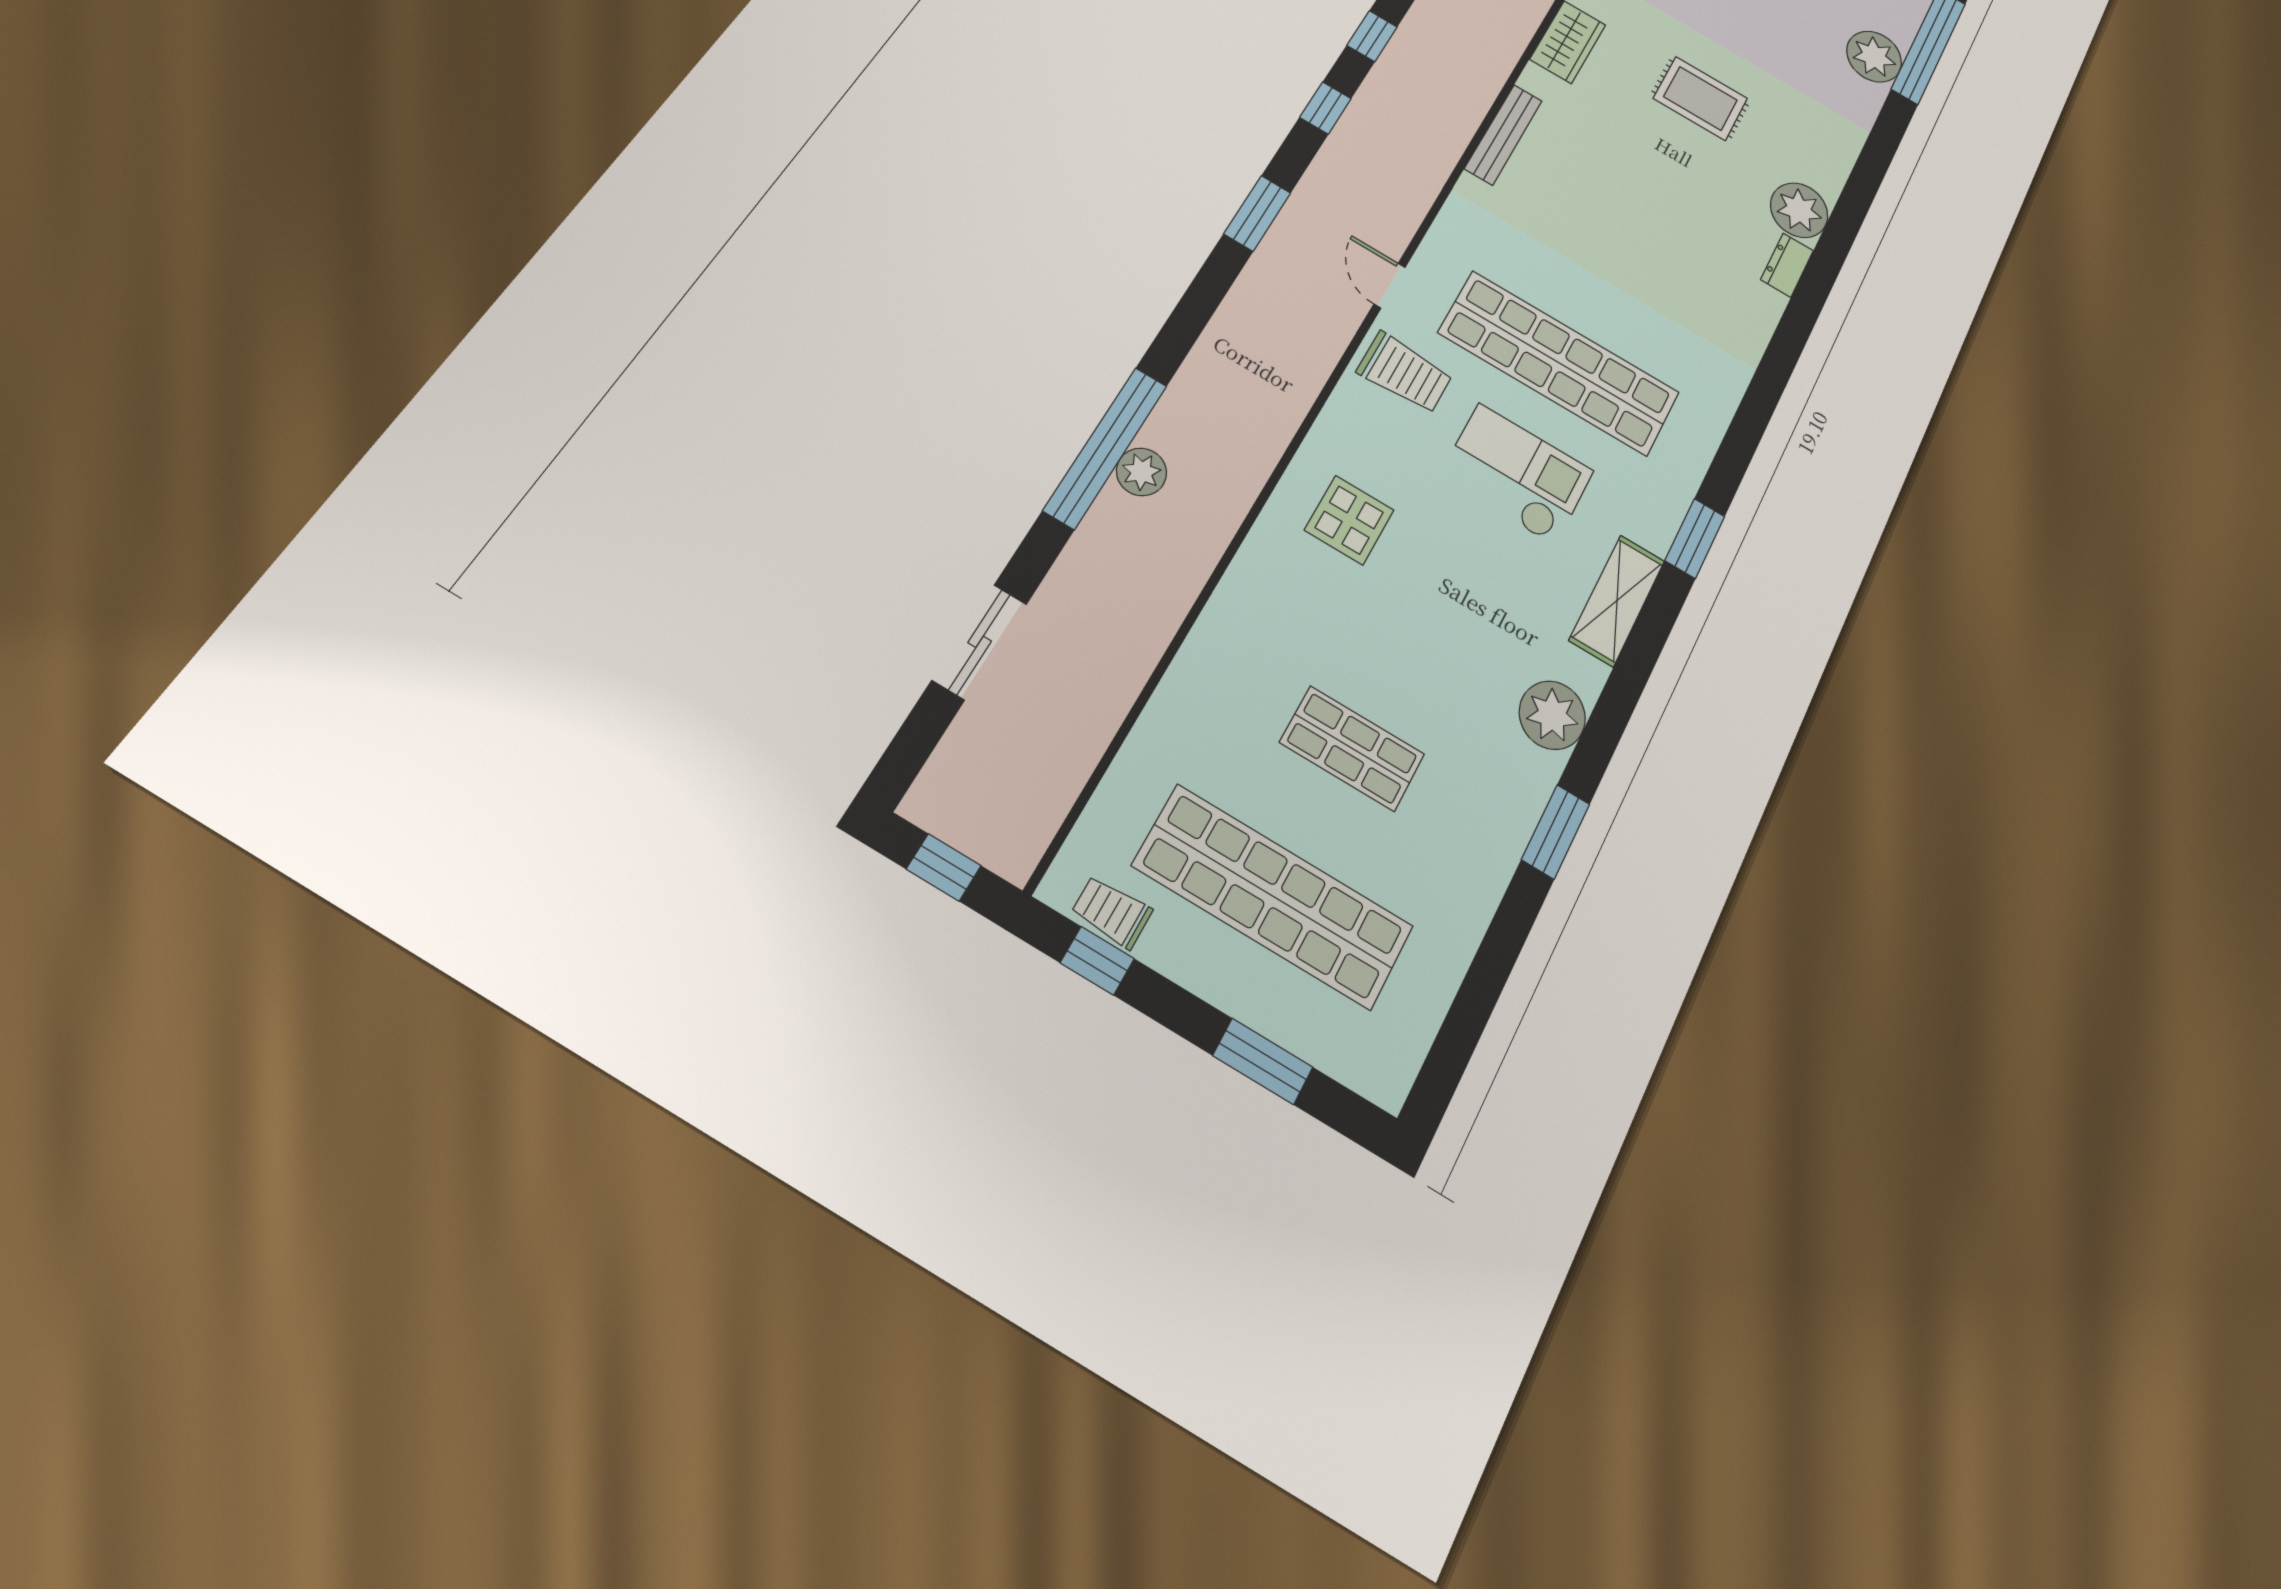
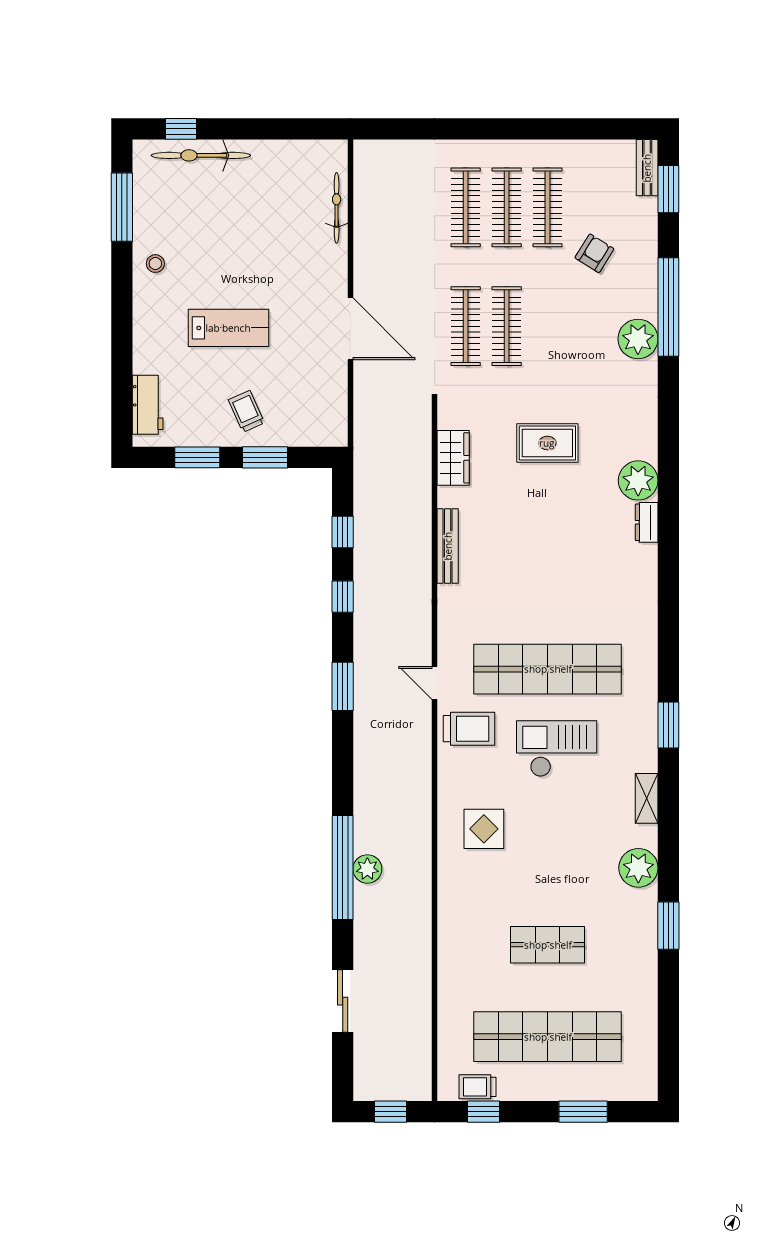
shelving: (1617, 600) -> (647, 798), width x0.67, depth x0.75

